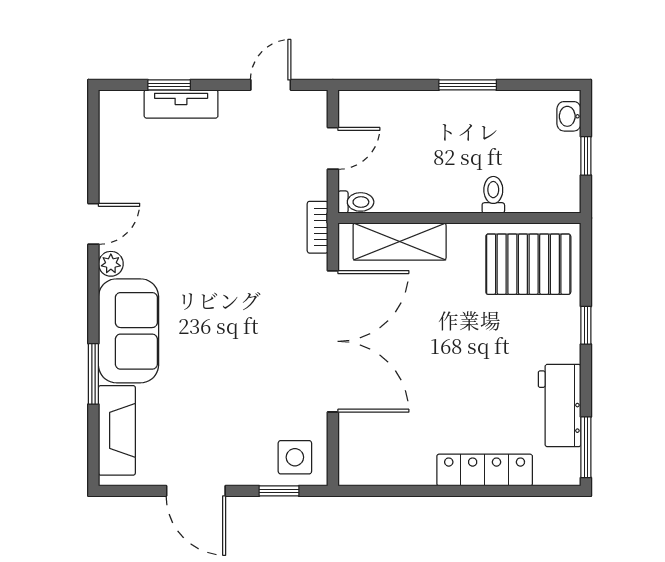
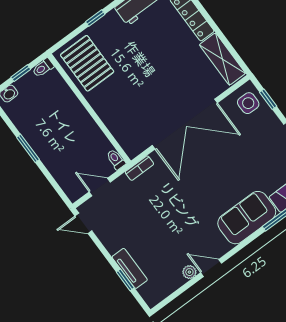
door: (271, 85) -> (83, 223), moved
toilet: (493, 195) -> (43, 68), moved
shelving: (400, 242) -> (222, 59), moved
plant: (111, 264) -> (189, 272), moved
double door: (333, 341) -> (185, 124), swing flipped

